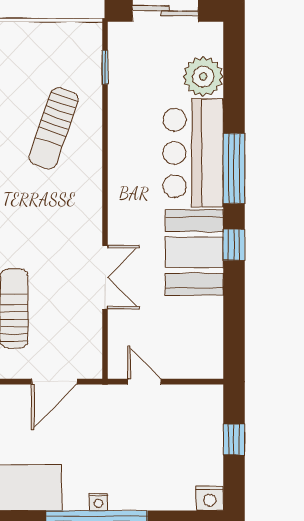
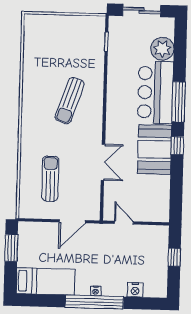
sun lounger: (54, 128) -> (70, 101), moved
nightstand: (210, 498) -> (135, 290), moved

